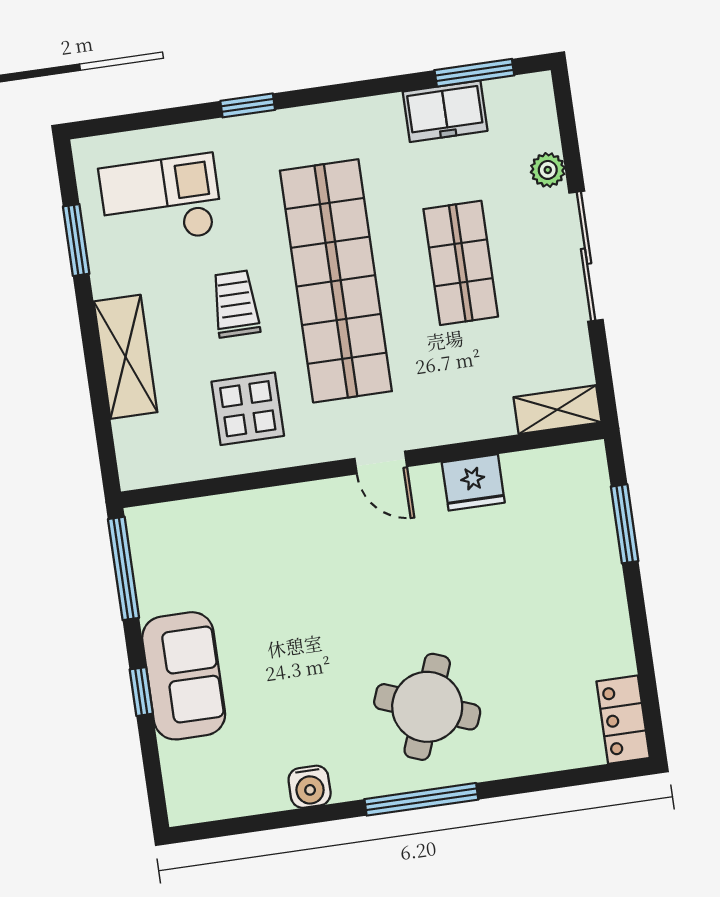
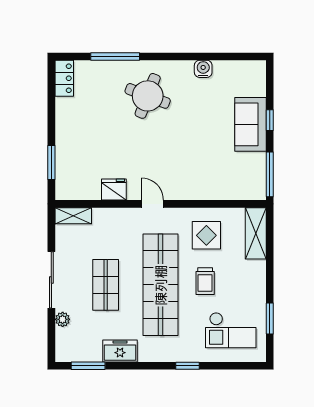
freezer: (445, 111) -> (120, 351), moved
shelving: (125, 357) -> (256, 233), moved
window: (421, 799) -> (115, 57), moved

